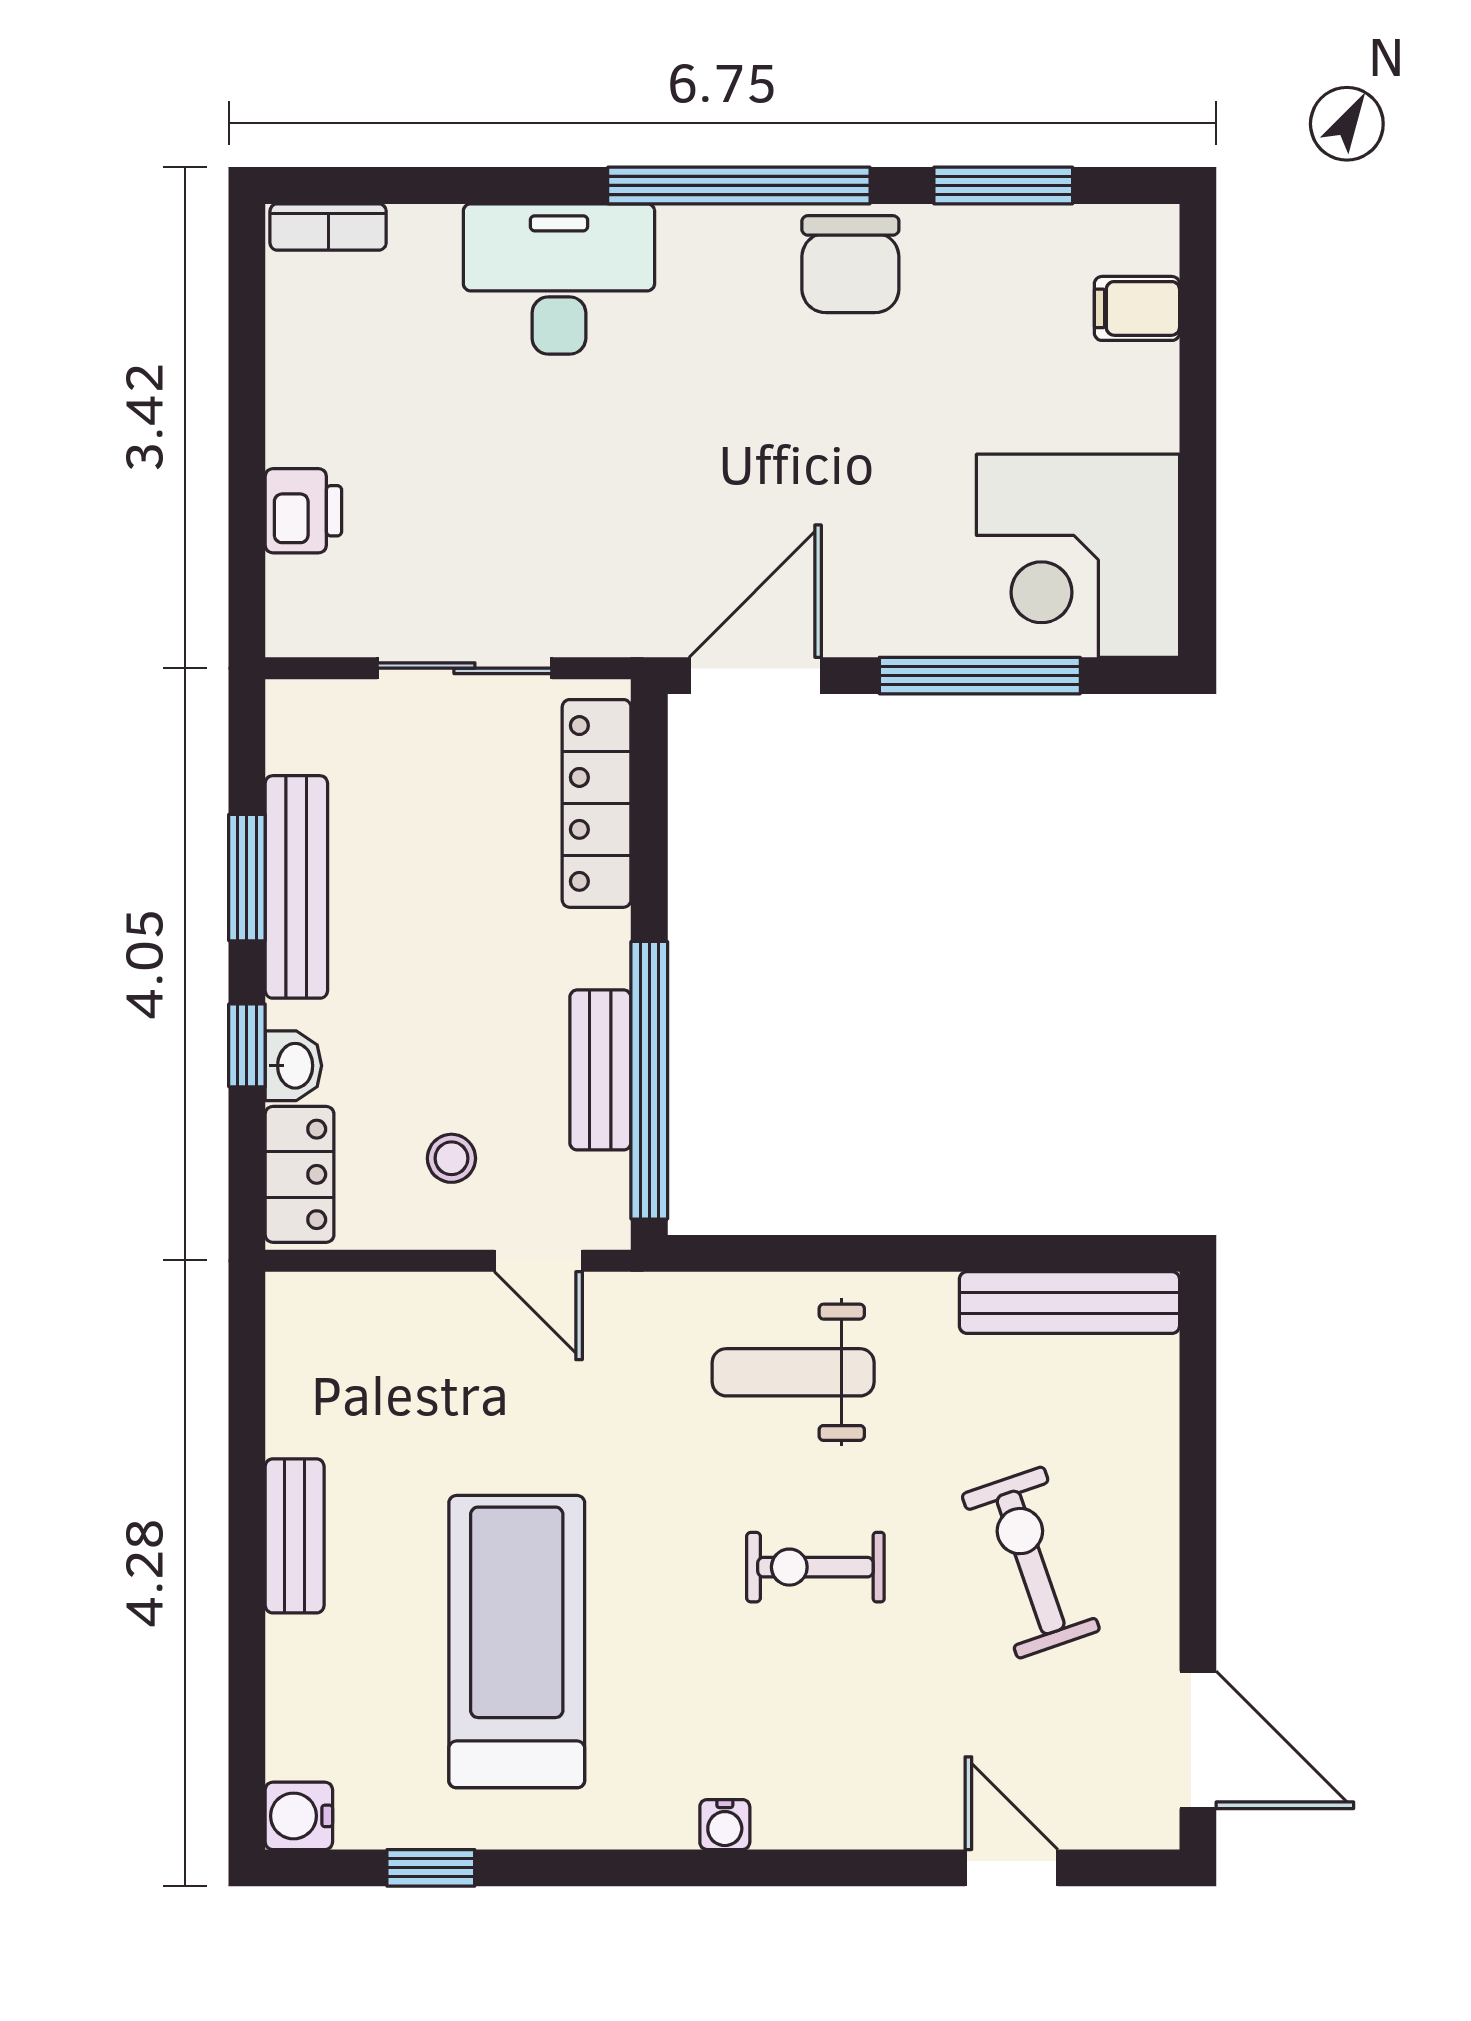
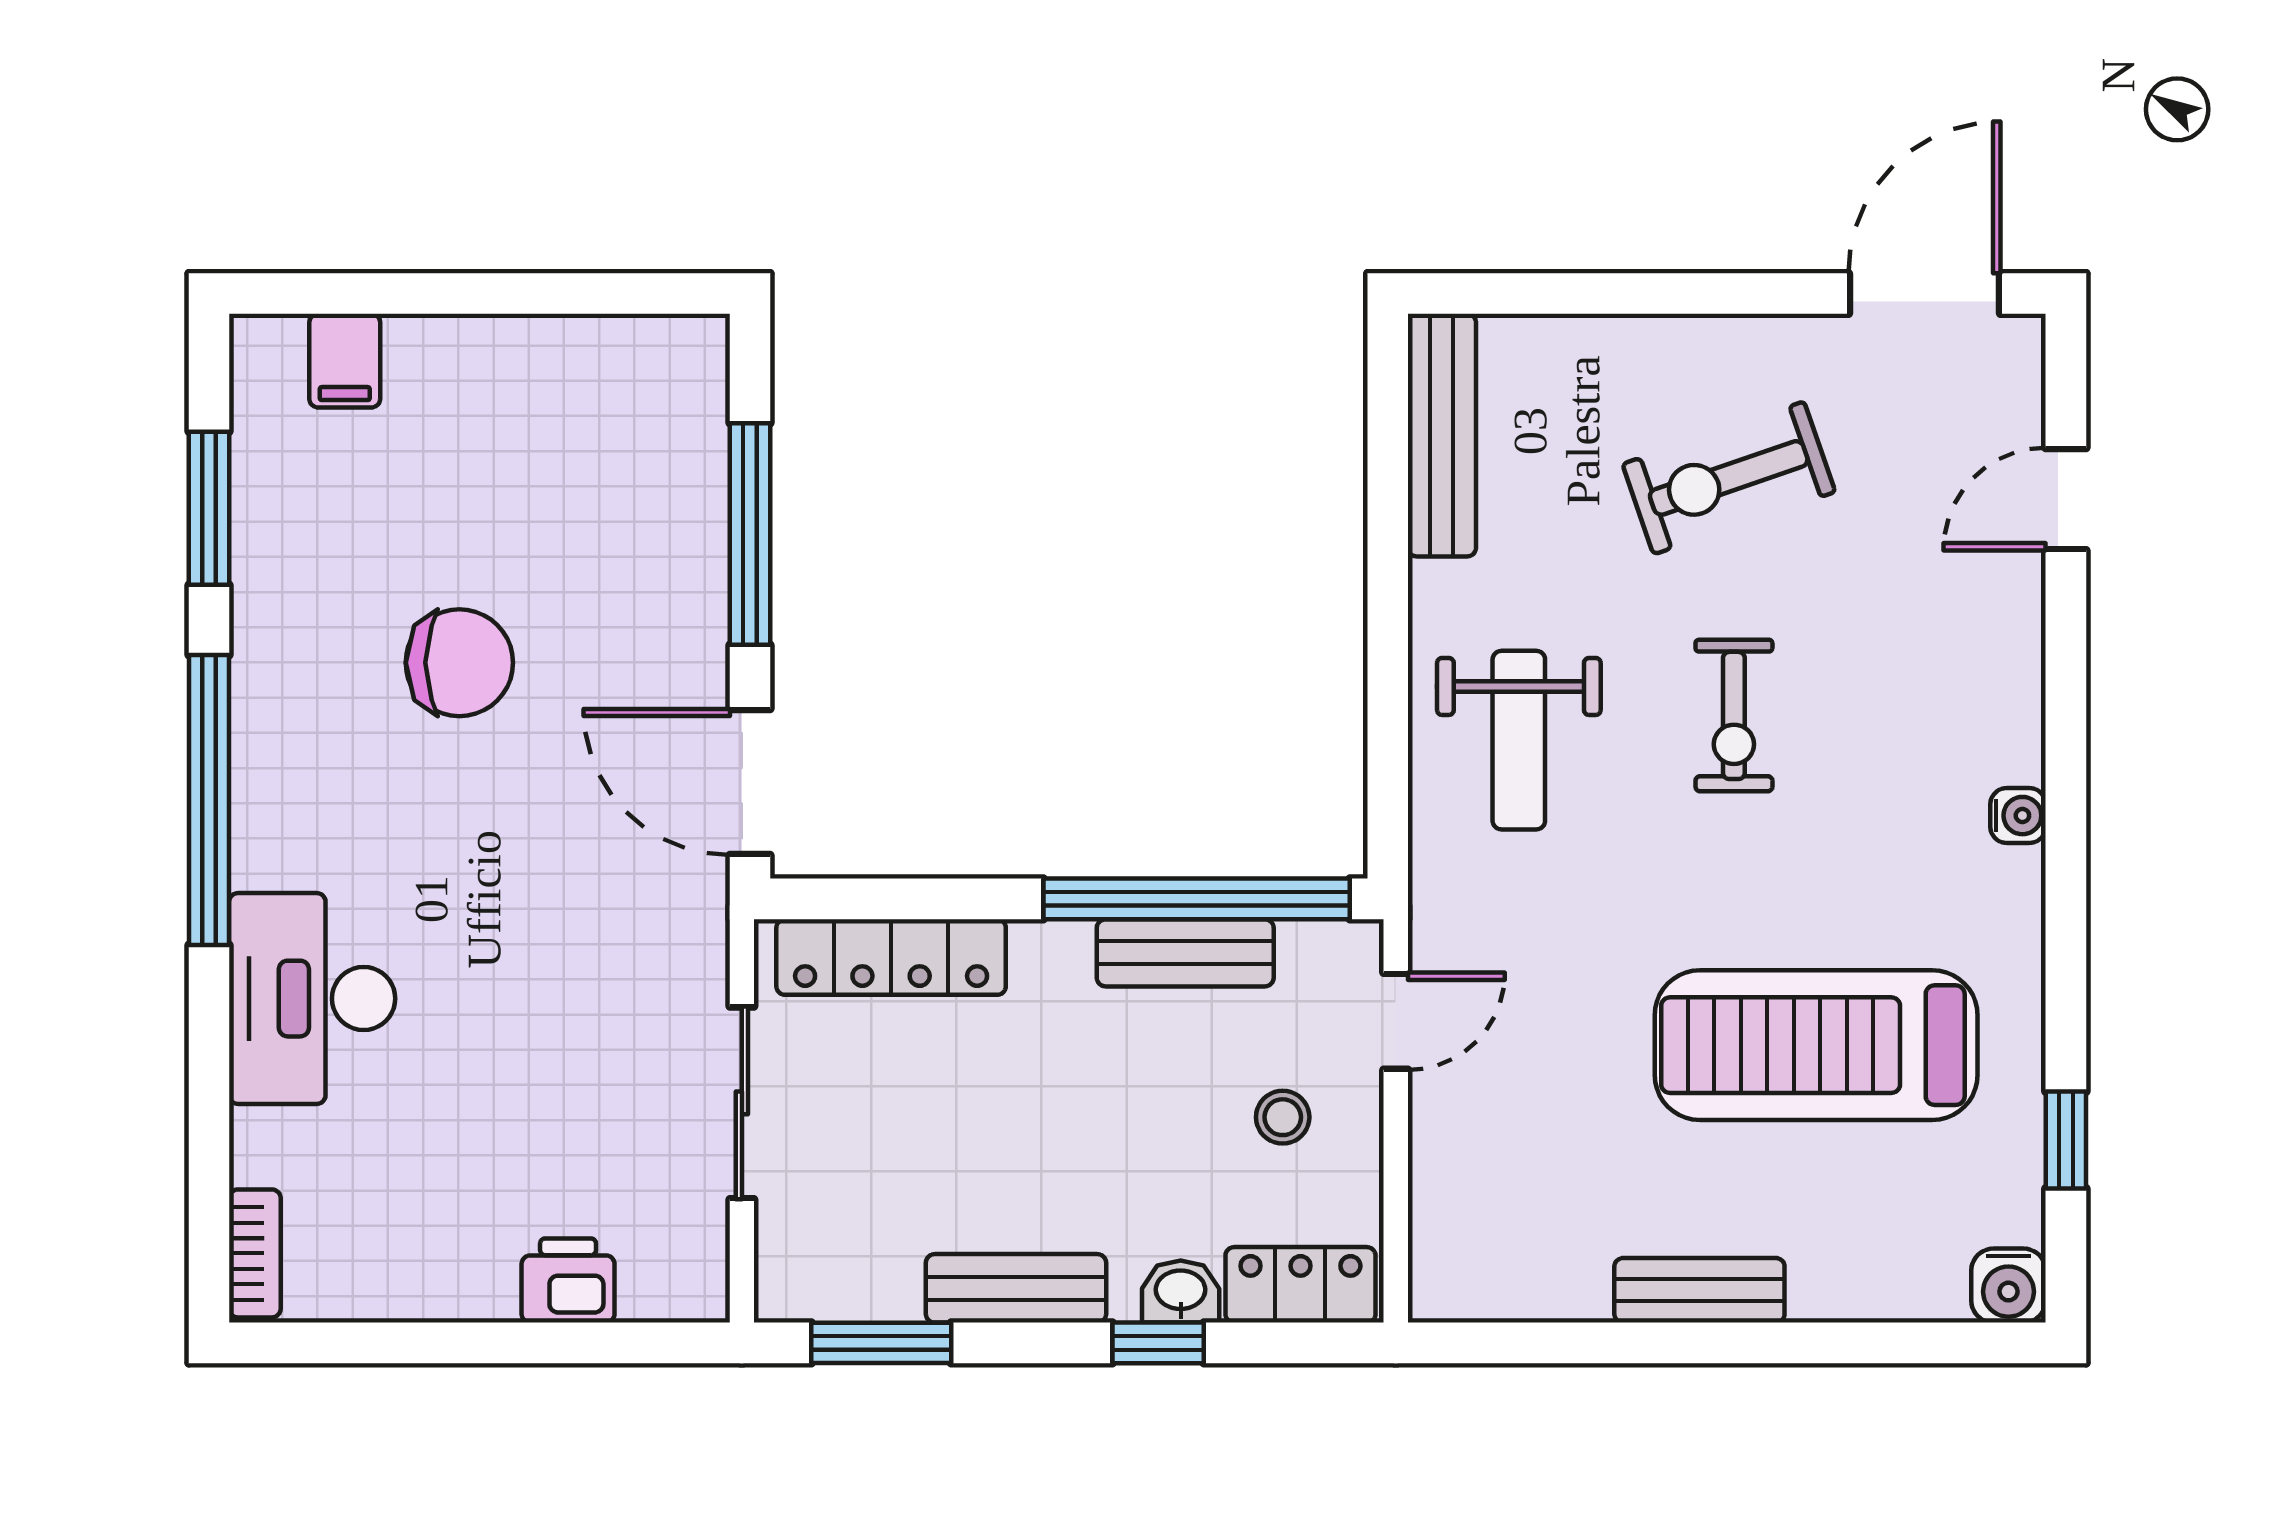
chair: (850, 264) -> (459, 663), moved
corner desk: (1078, 556) -> (618, 426), removed
window: (247, 878) -> (881, 1343), moved
bench: (296, 887) -> (1016, 1288), width x0.73

